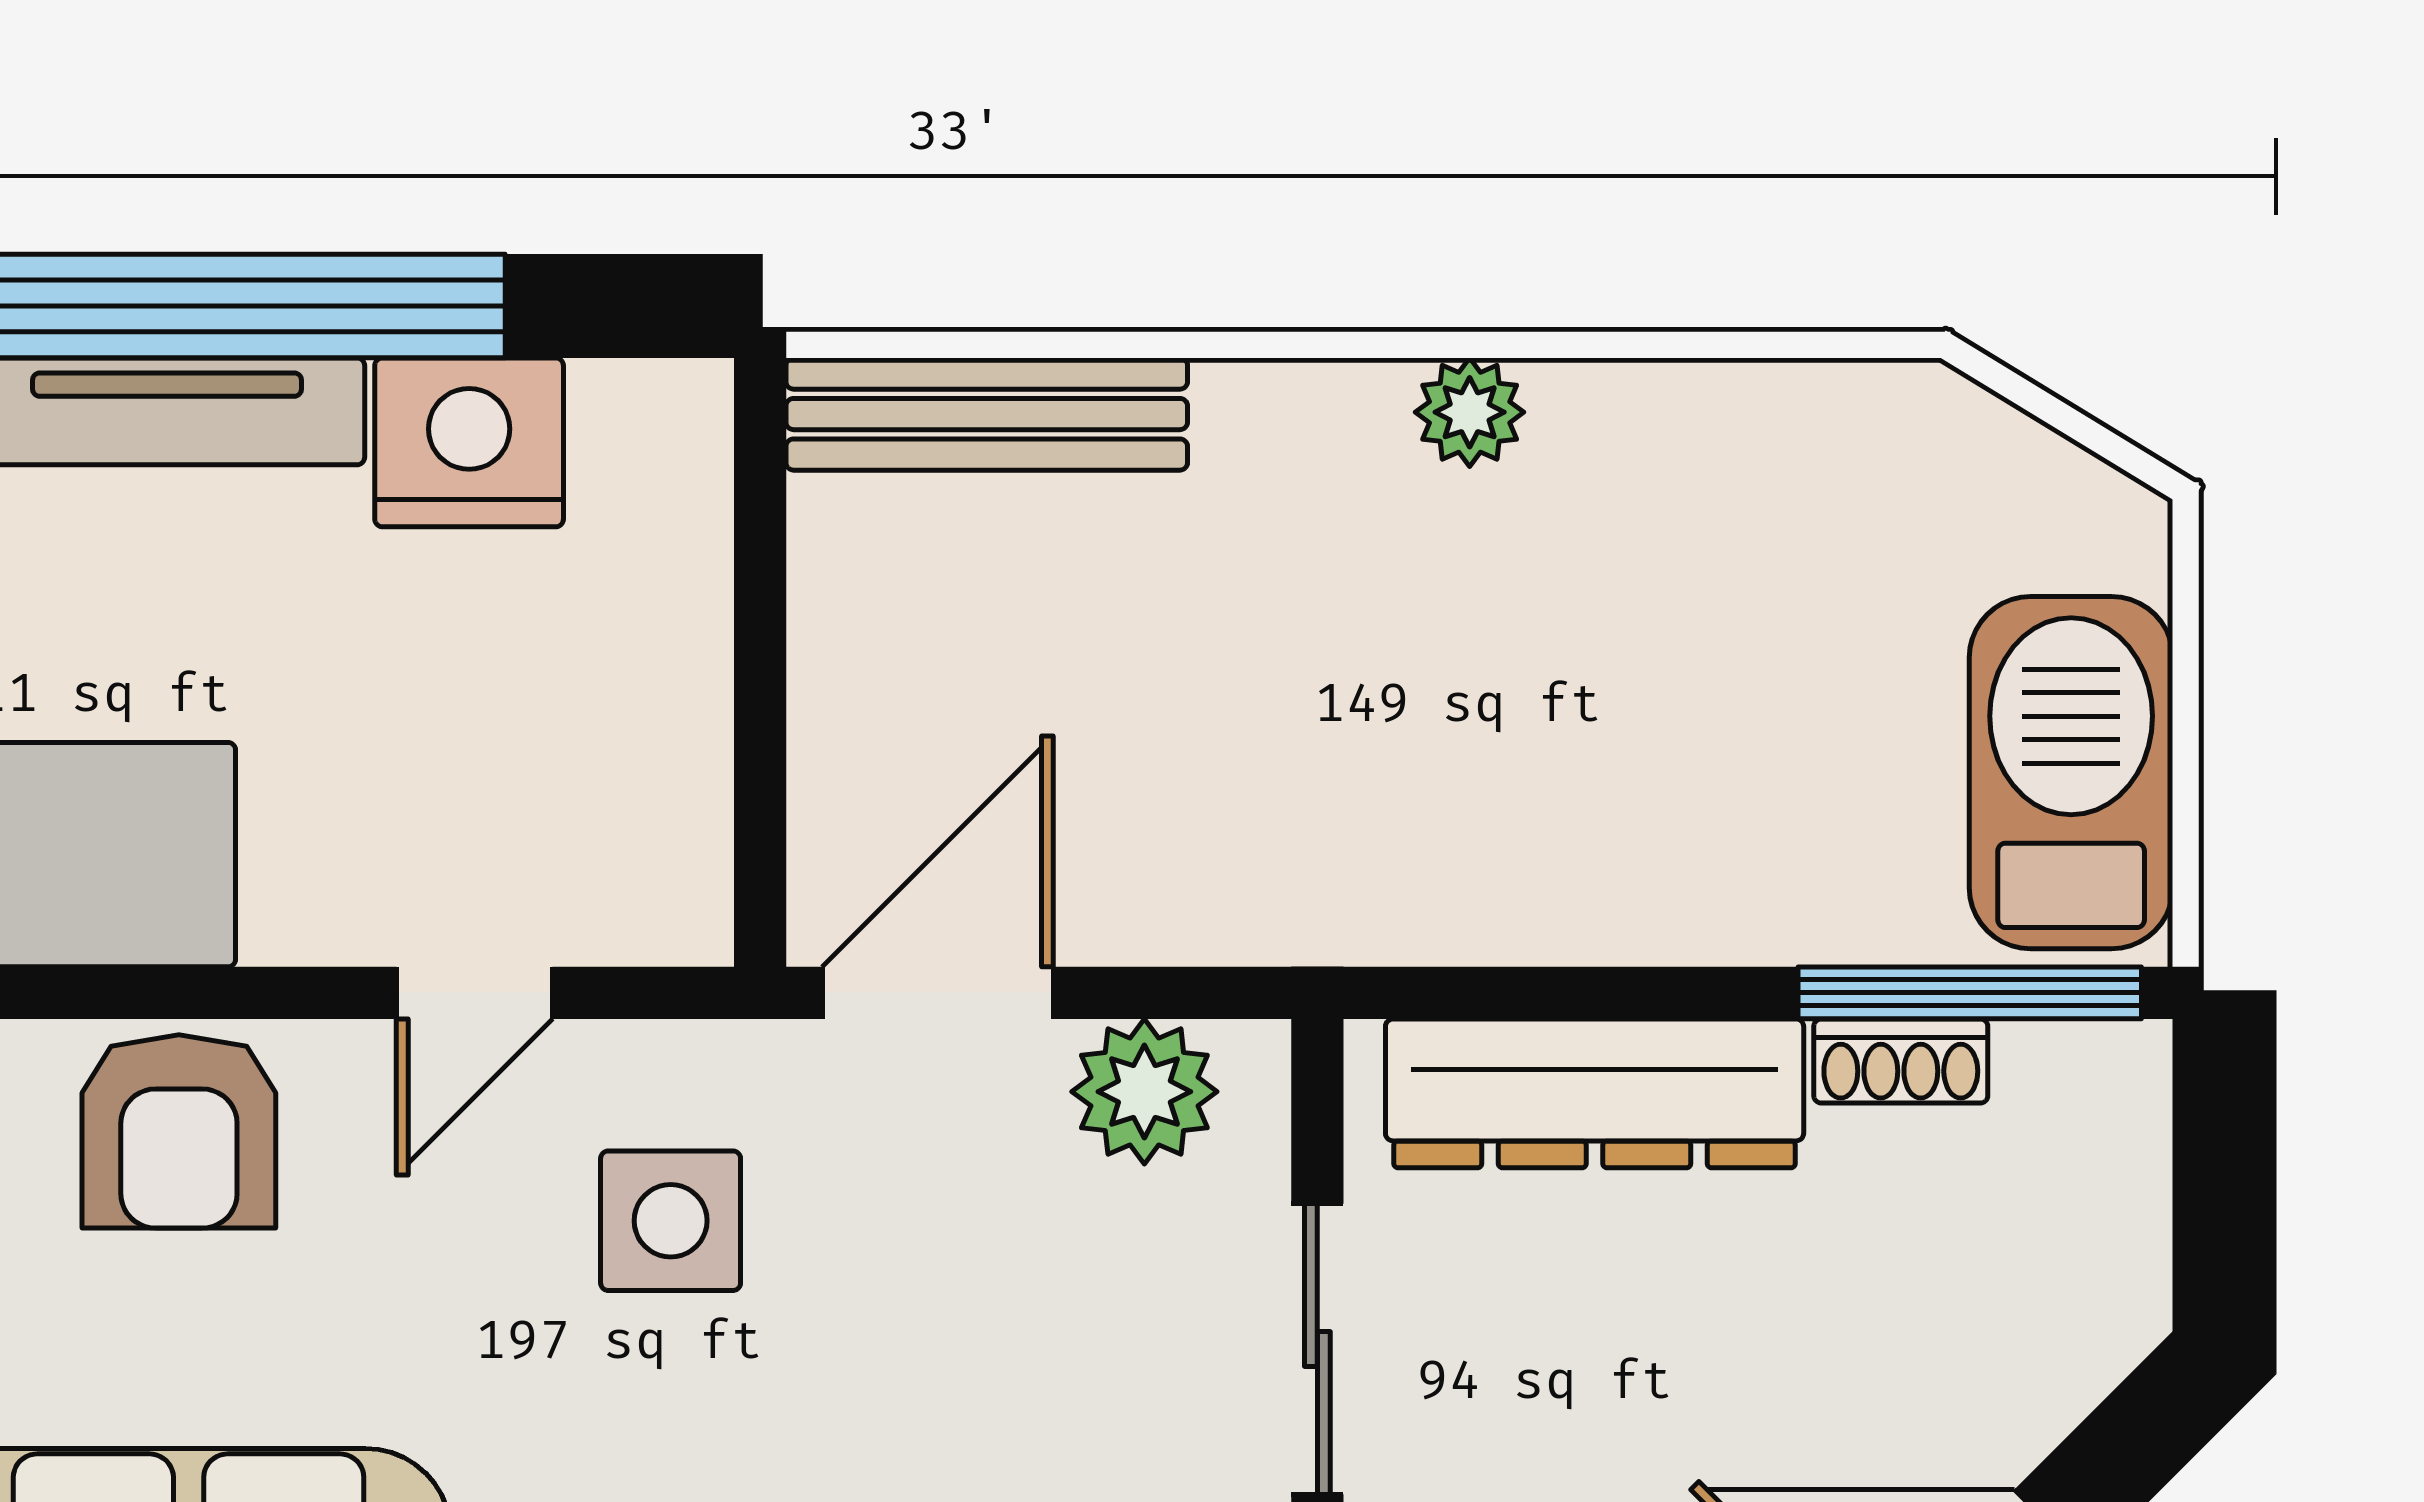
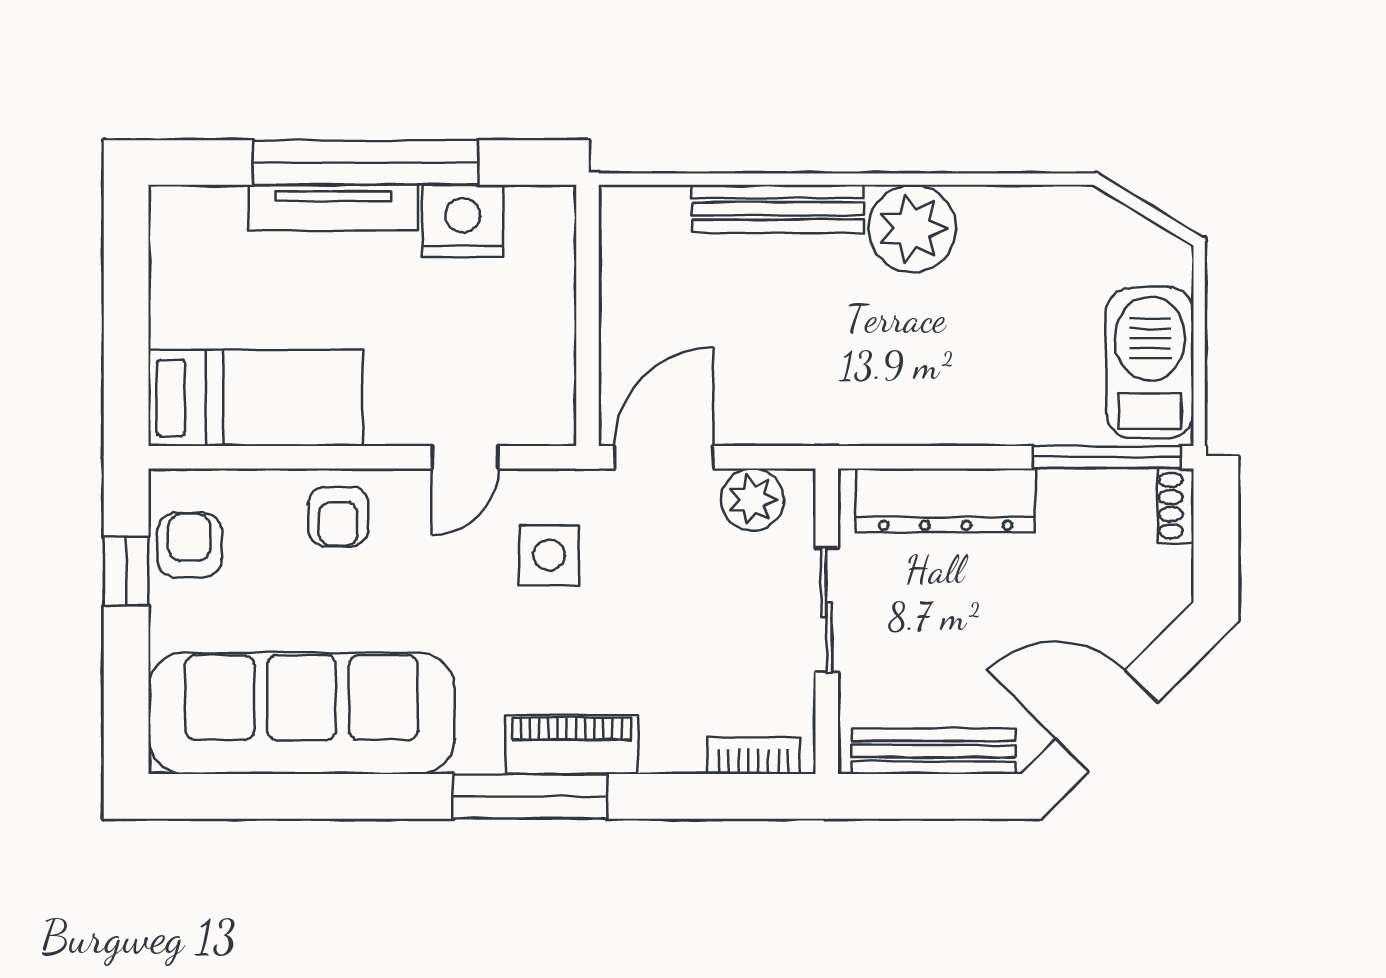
plant: (1470, 412) -> (912, 228), width x1.87, depth x1.87
bench: (987, 414) -> (778, 209), moved
shoe rack: (1901, 1061) -> (1176, 506), moved, turned 90
armchair: (179, 1131) -> (338, 517), width x0.72, depth x0.72

